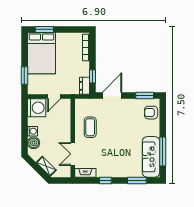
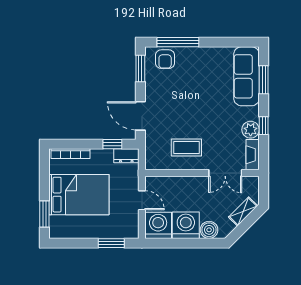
bed: (41, 53) -> (79, 195), moved
washing machine: (32, 131) -> (186, 225), width x1.89, depth x1.89
window: (163, 152) -> (178, 42), moved
sofa: (151, 157) -> (246, 76), moved, turned 90
plant: (103, 171) -> (251, 130), added

